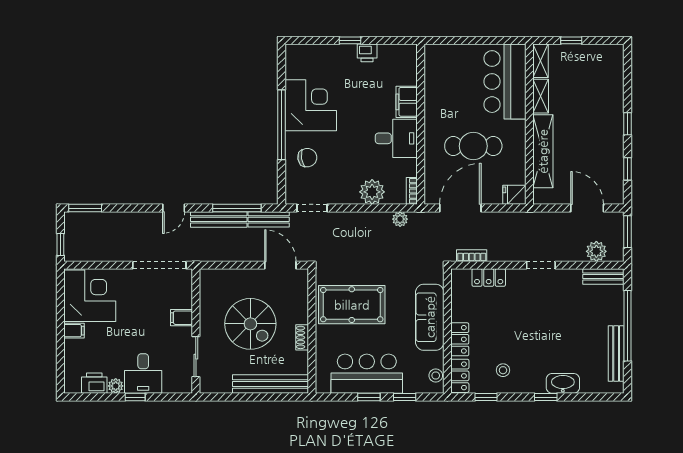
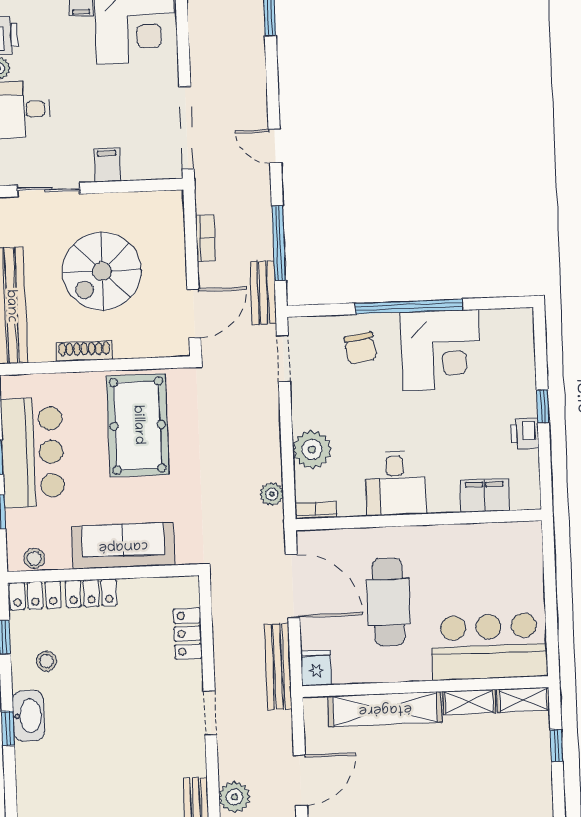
filing cabinet: (407, 102) -> (485, 496), moved
bench: (219, 219) -> (278, 667), moved
bookcase: (472, 256) -> (206, 238), moved
shoe rack: (302, 337) -> (84, 351), width x1.43
washbasin: (563, 383) -> (28, 716), moved

